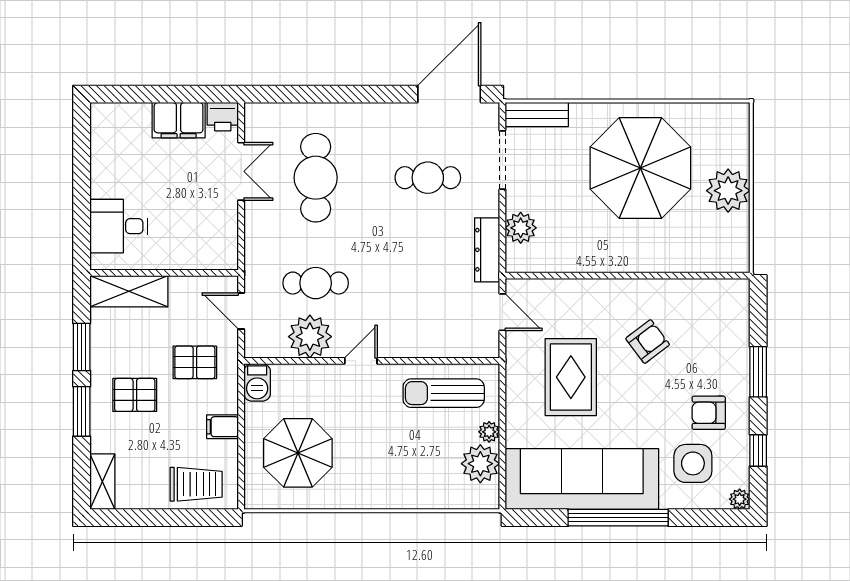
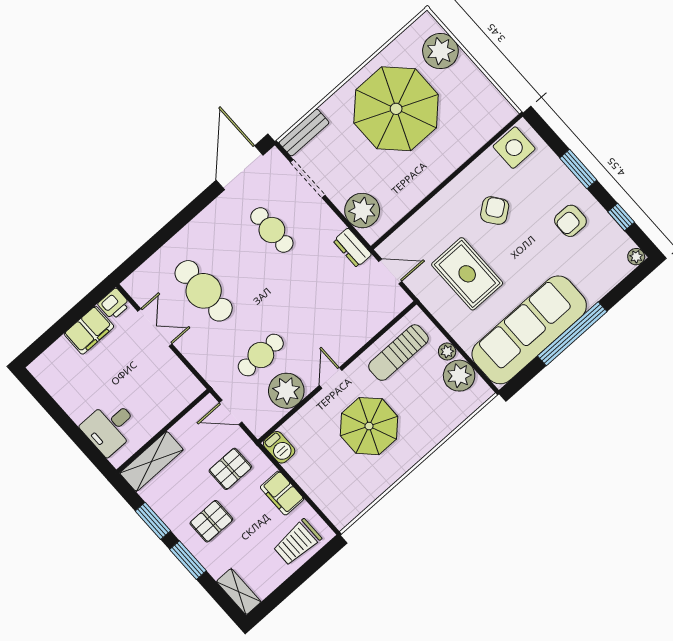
cafe table: (428, 178) -> (272, 230), turned 90
plant: (728, 191) -> (440, 51), moved
plant: (521, 228) -> (362, 211), width x1.36, depth x1.36
dresser: (487, 250) -> (352, 248), width x0.70
filing cabinet: (222, 427) -> (282, 493), width x2.00
parasol: (298, 453) -> (369, 426), moved
side table: (693, 463) -> (514, 148), moved
trolley: (196, 484) -> (297, 542), turned 180

